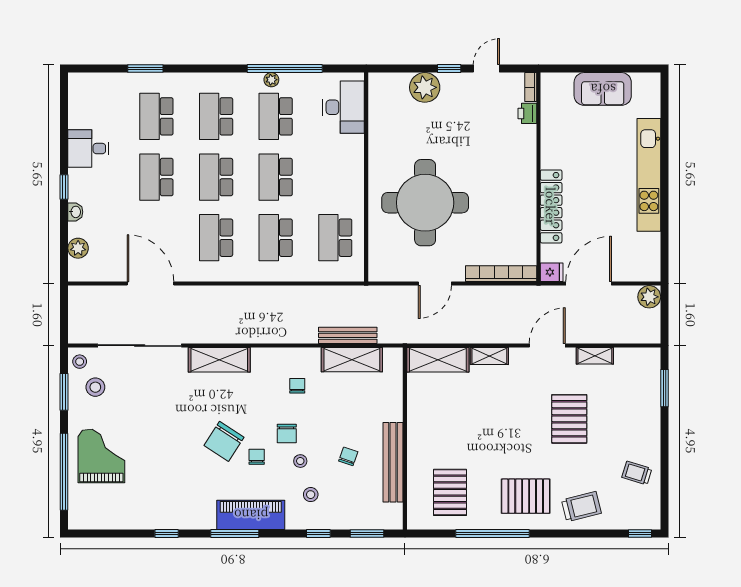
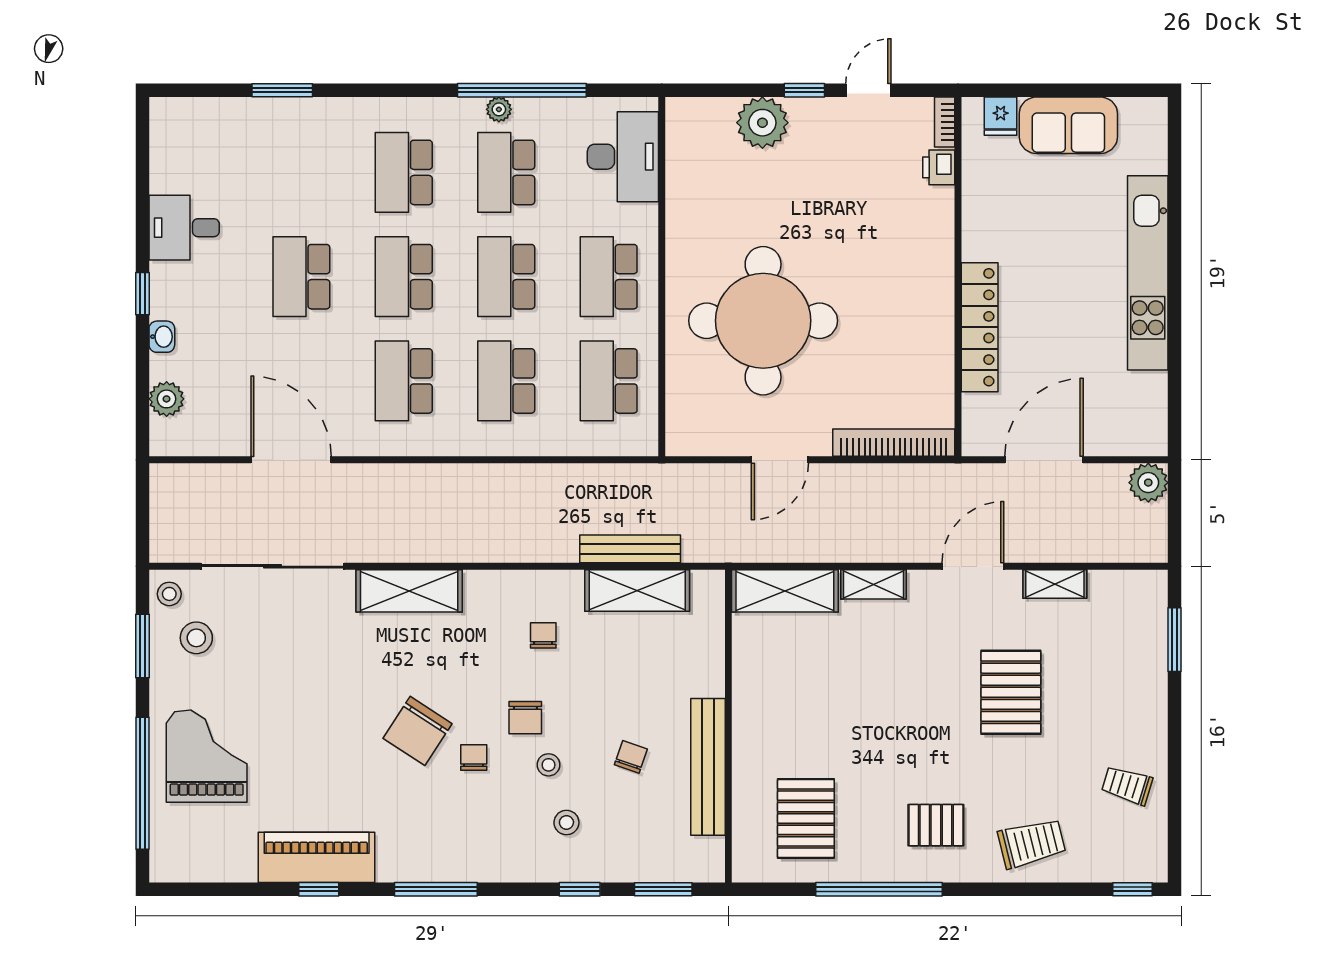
school desk: (156, 116) -> (609, 277), moved
fridge: (552, 272) -> (1001, 116), moved, turned 90
pallet: (526, 496) -> (936, 825), width x0.67, depth x0.71
piano: (251, 515) -> (317, 857), moved

